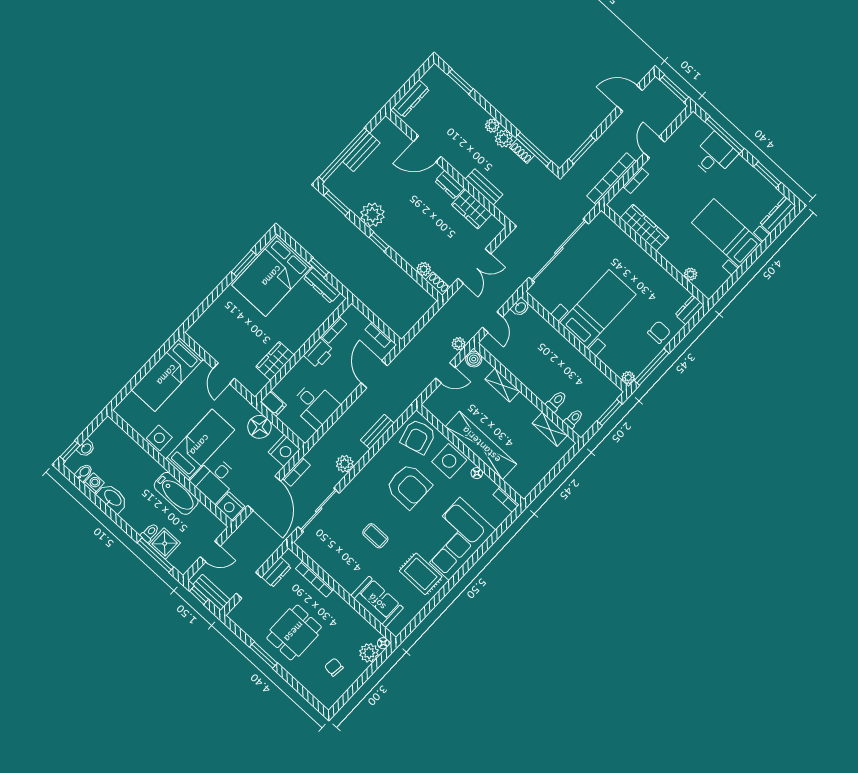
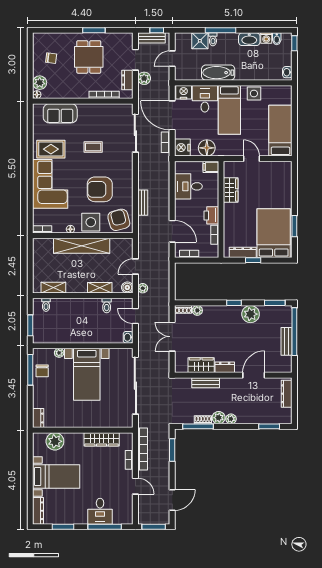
plant: (690, 274) -> (55, 441), width x1.87, depth x1.87
chair: (659, 332) -> (42, 371), moved
plant: (628, 378) -> (59, 353), moved
toilet: (556, 401) -> (107, 305), moved
washbasin: (86, 448) -> (287, 72), moved
plant: (345, 464) -> (144, 78), moved
window: (155, 555) -> (220, 30), moved

